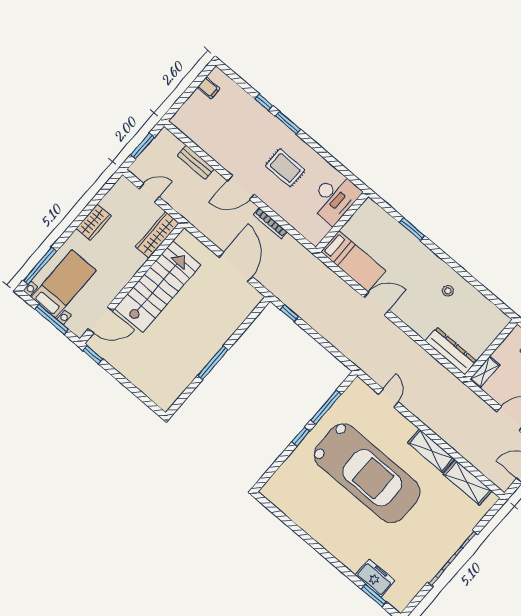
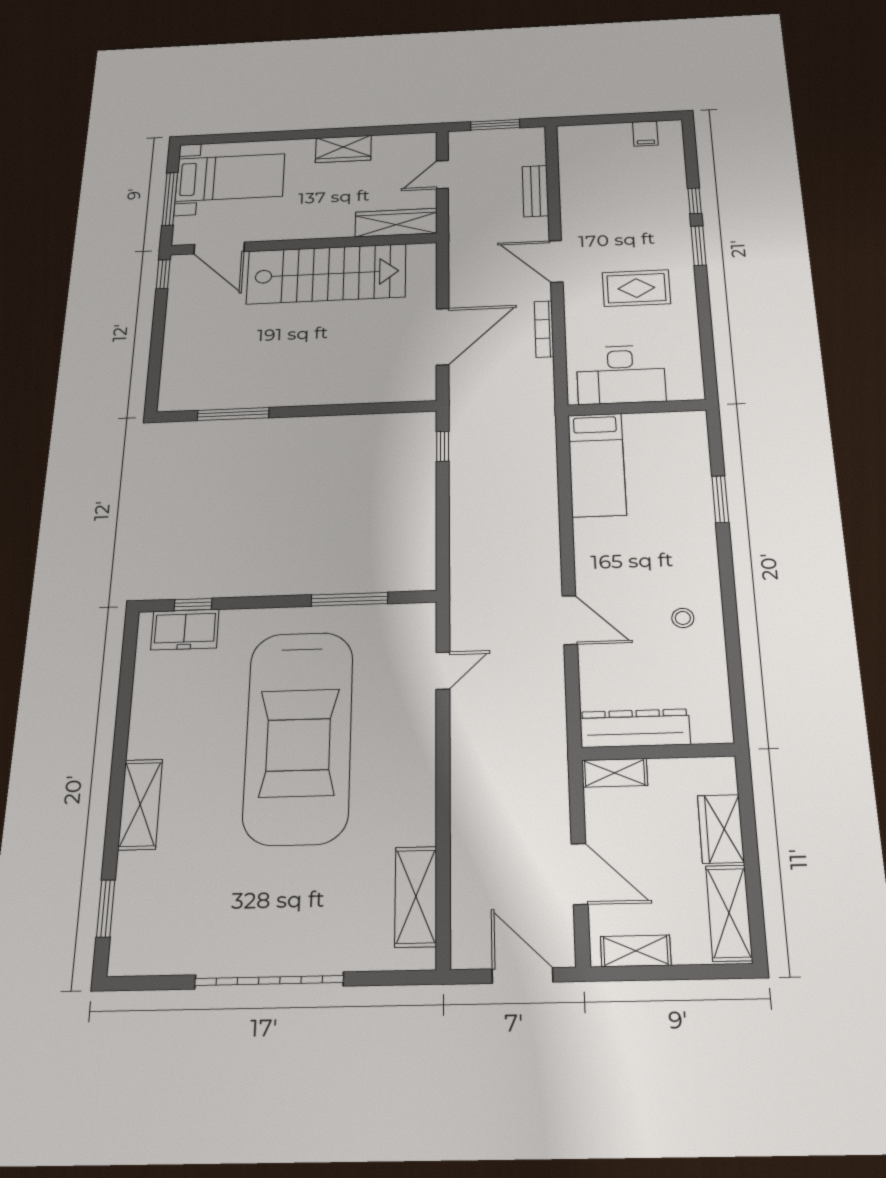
rug: (285, 168) -> (636, 288), turned 90
door: (149, 193) -> (442, 175), swing flipped
desk: (334, 198) -> (621, 375), moved
window: (40, 266) -> (230, 138), removed
door: (376, 304) -> (570, 620), moved
dresser: (451, 351) -> (635, 728), moved, turned -90
window: (213, 363) -> (233, 414), moved
window: (301, 437) -> (193, 605), moved
shelving: (431, 451) -> (140, 804), moved
freezer: (375, 578) -> (185, 630), moved, turned 90

